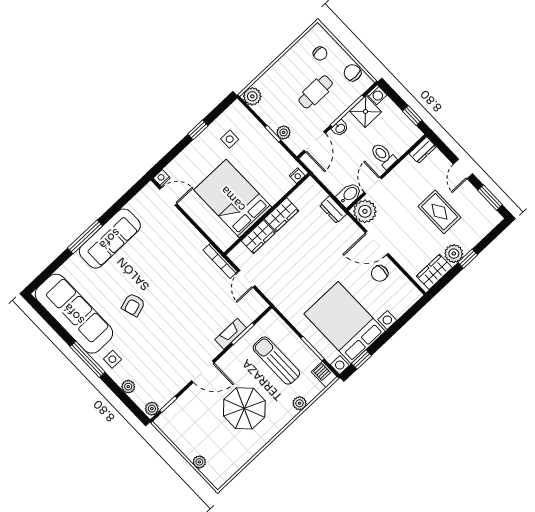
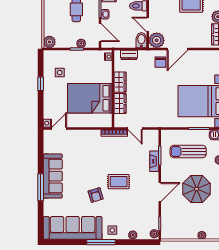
dresser: (333, 210) -> (129, 55), moved
chair: (380, 273) -> (160, 62), moved
rug: (172, 316) -> (119, 182), added

